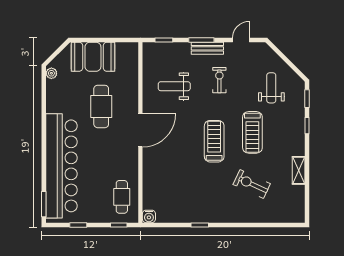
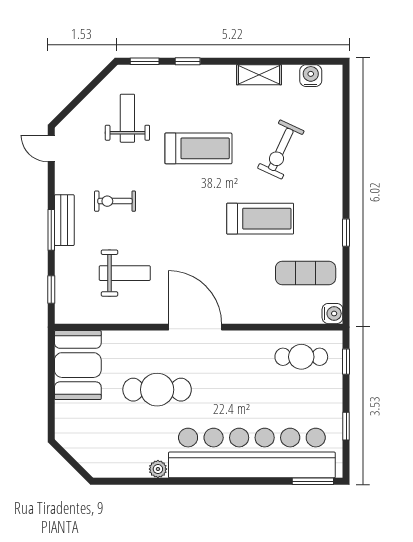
door: (241, 40) -> (51, 149), moved
booth: (93, 57) -> (78, 365), moved
plant: (51, 73) -> (158, 469), moved
weight bench: (174, 86) -> (125, 273), turned -90
weight bench: (271, 88) -> (127, 118), turned 90
treadmill: (214, 141) -> (260, 219), moved, turned 180
exercise mat: (174, 200) -> (306, 273), added
water cooler: (298, 203) -> (311, 76), added

